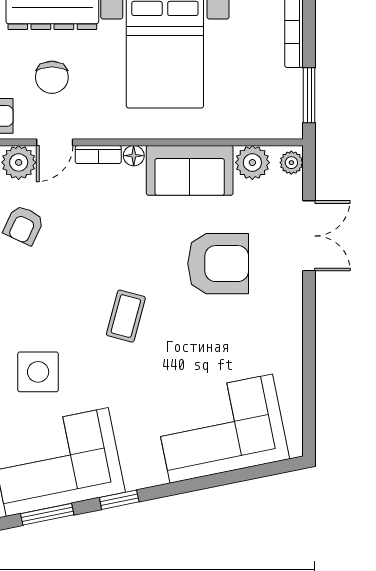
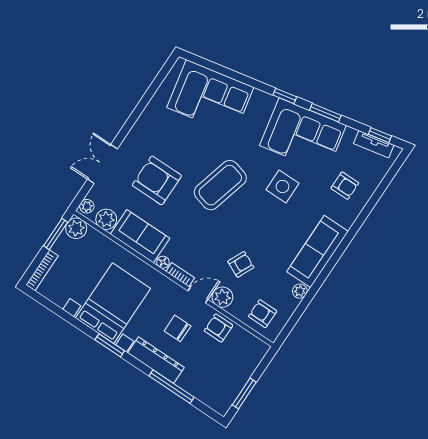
chair: (52, 77) -> (178, 328), turned -90
plant: (286, 122) -> (76, 228), added
coffee table: (126, 316) -> (220, 185), width x1.86, depth x1.72

